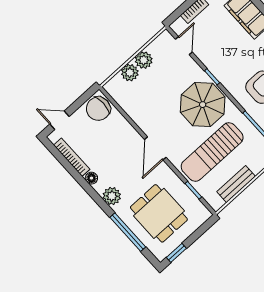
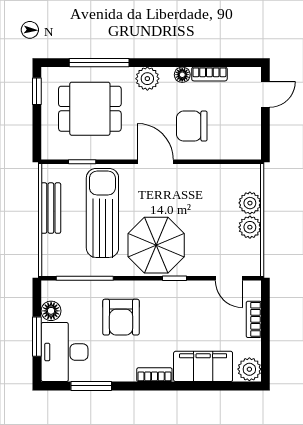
chair: (98, 109) -> (192, 126), moved, turned -90
bookcase: (72, 157) -> (209, 74), width x0.64

